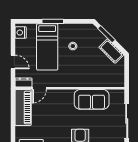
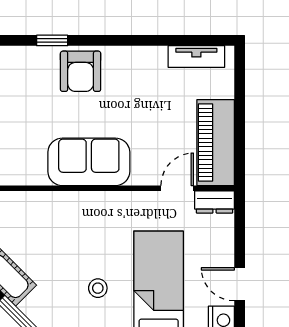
door: (13, 62) -> (240, 284), moved
sofa: (92, 99) -> (89, 162), moved

